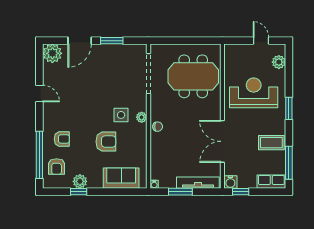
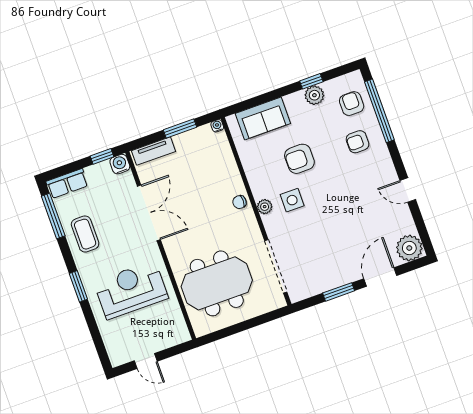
plant: (279, 62) -> (113, 342), removed
reception desk: (254, 93) -> (131, 290), turned 180
coffee table: (271, 143) -> (85, 234), turned 90
tv unit: (198, 183) -> (153, 151), width x0.71

